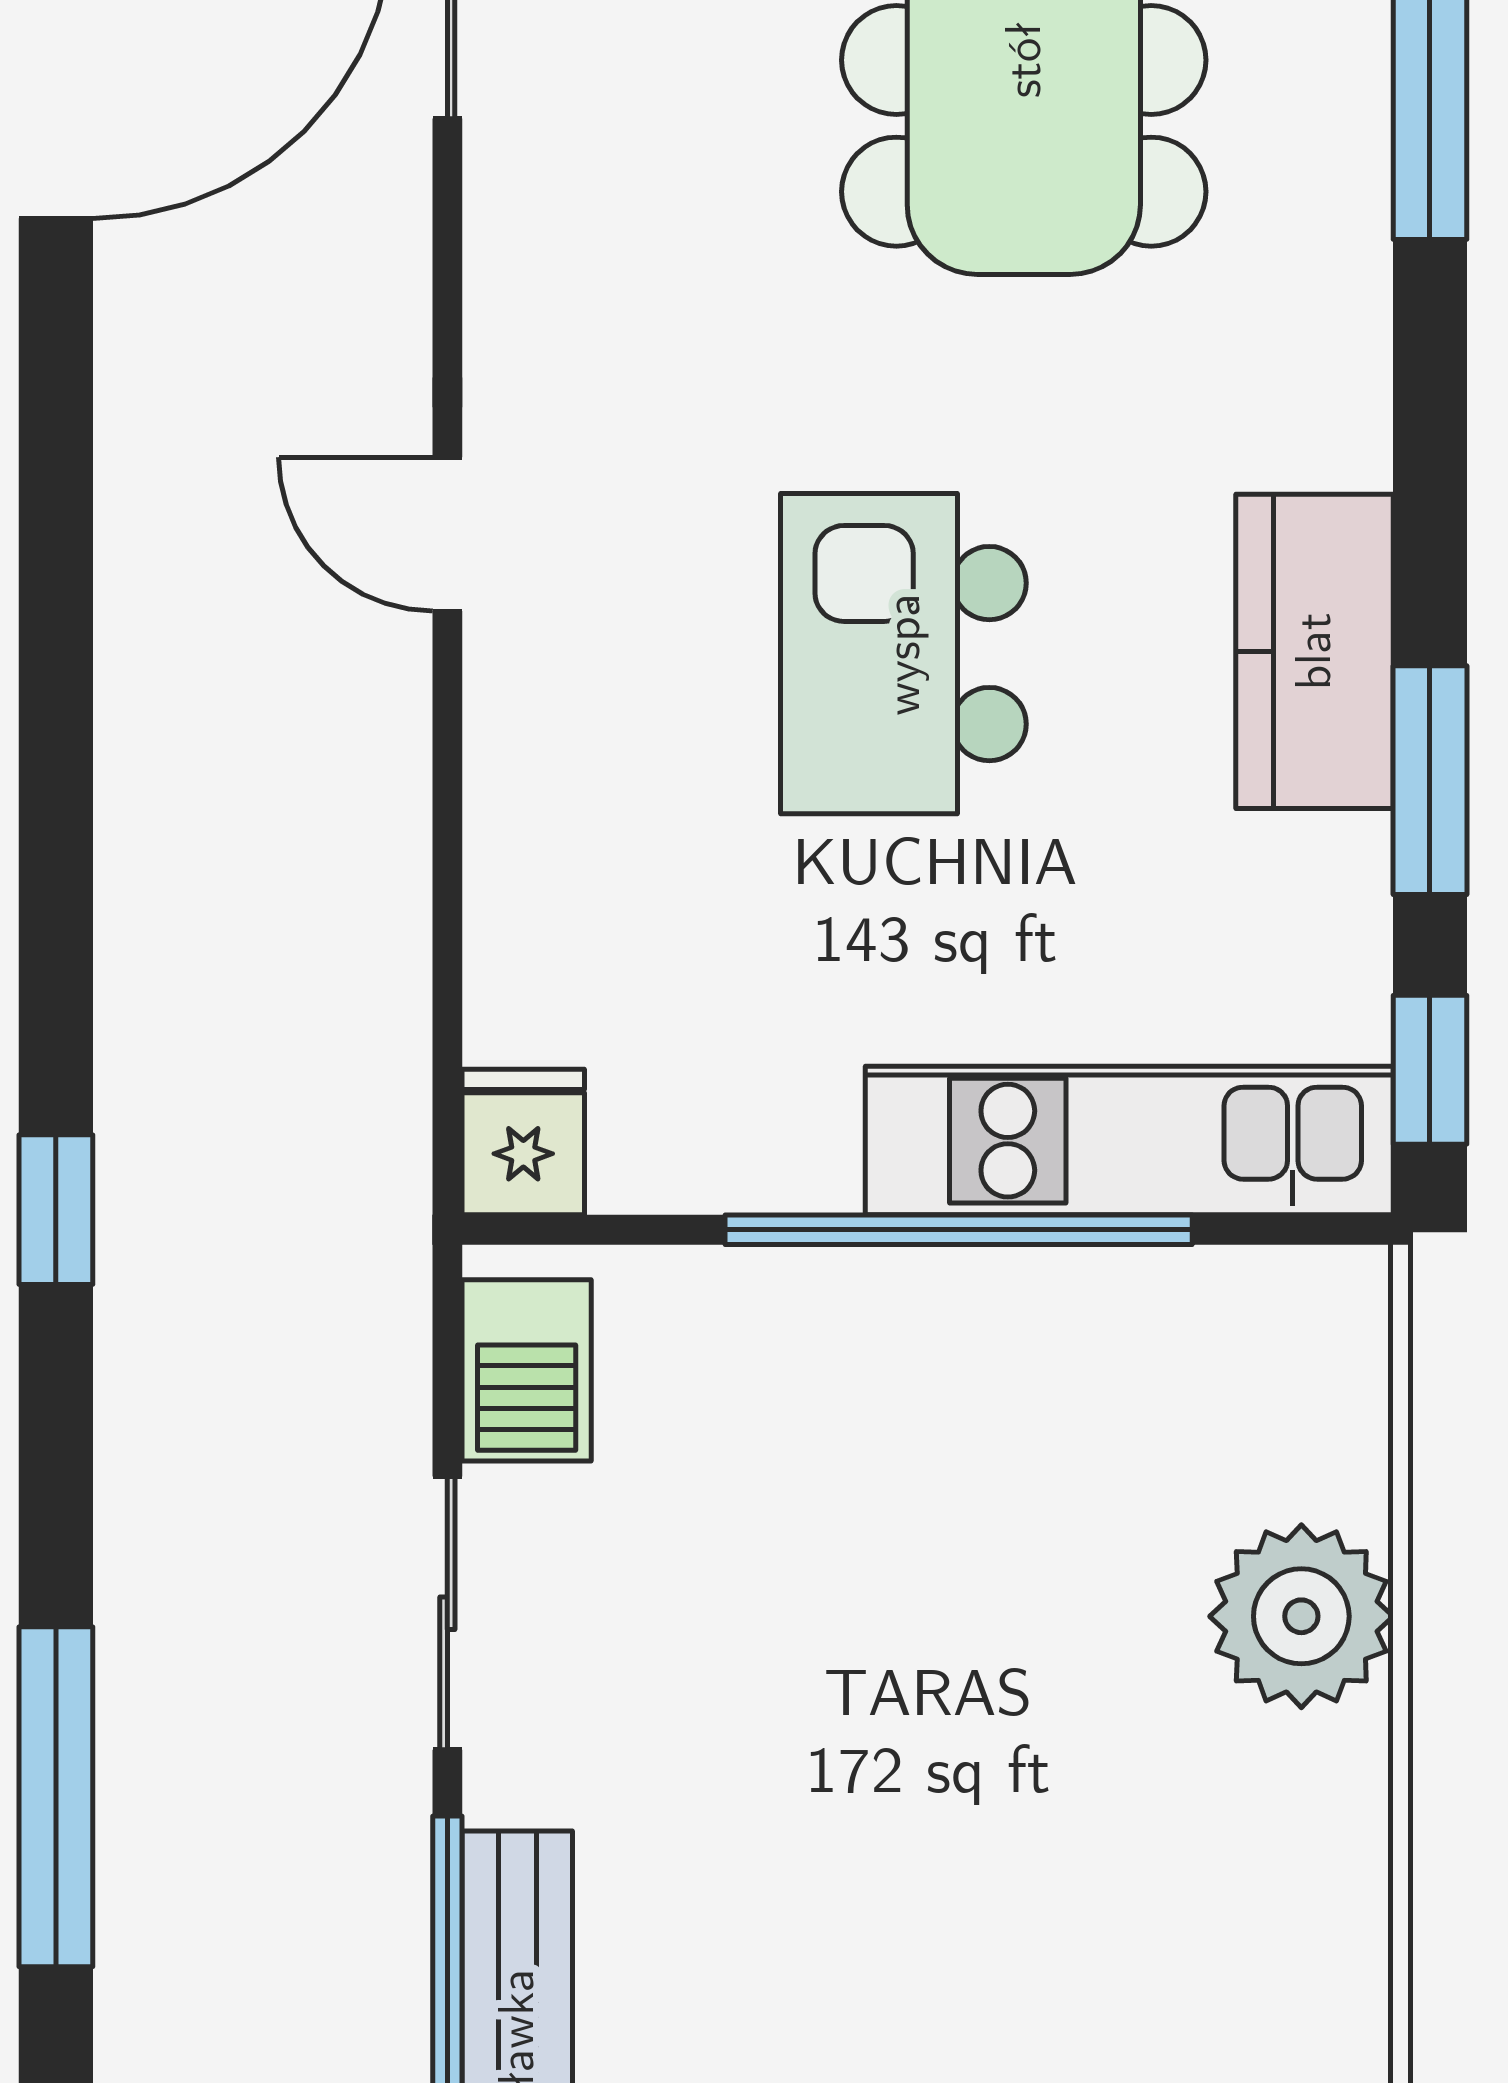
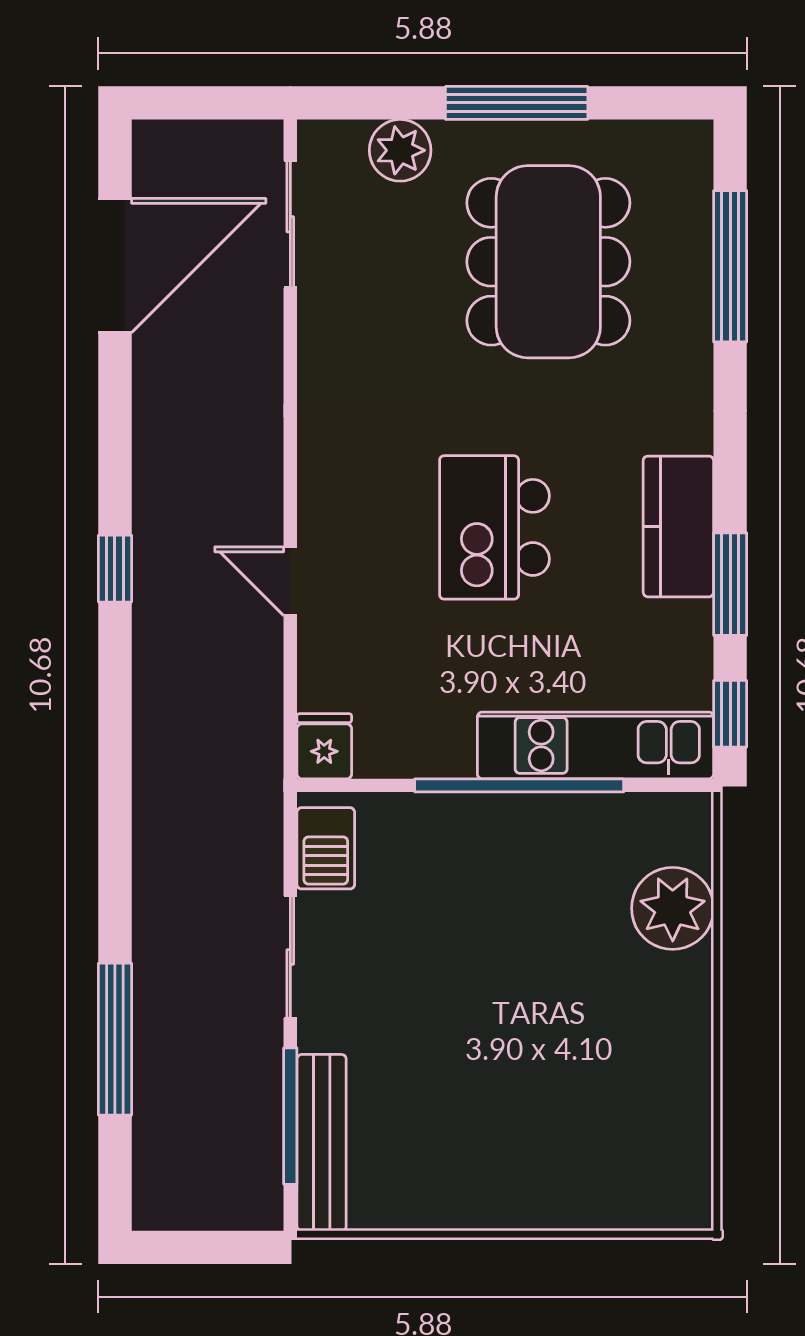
door: (447, 534) -> (290, 581), moved
window: (56, 1210) -> (115, 569), moved
plant: (1301, 1616) -> (673, 908), moved

